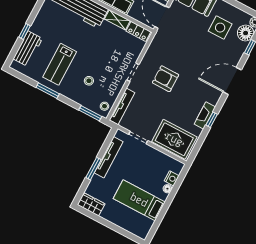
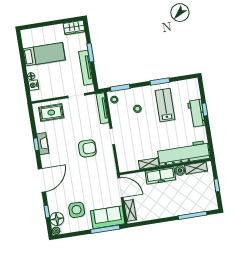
locker: (138, 31) -> (129, 166), removed
workbench: (28, 49) -> (196, 113), moved
rug: (174, 139) -> (51, 113), width x0.73, depth x0.70

